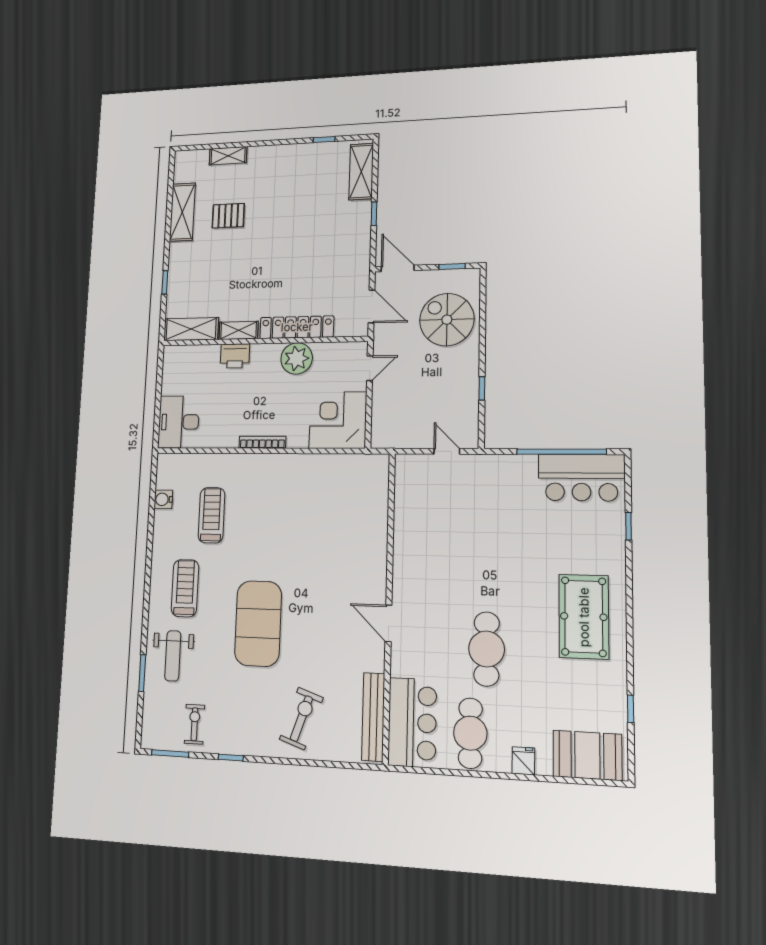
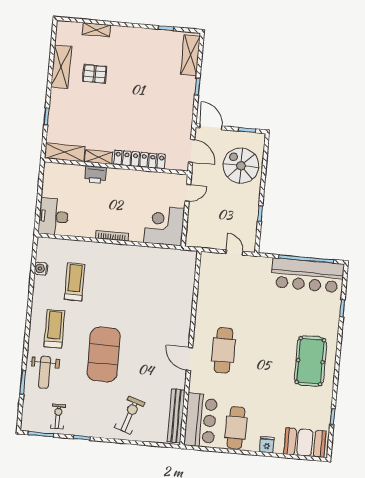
plant: (297, 358) -> (138, 181), removed
bar counter: (581, 478) -> (307, 275), width x1.36
cafe table: (487, 649) -> (223, 350), moved

